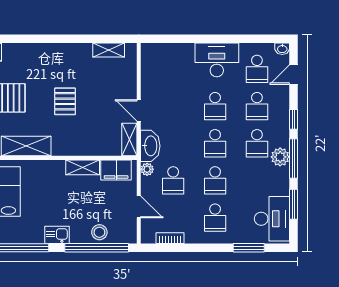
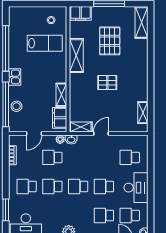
school desk: (257, 143) -> (130, 157), moved
washbasin: (150, 146) -> (71, 139), width x0.52, depth x0.69

